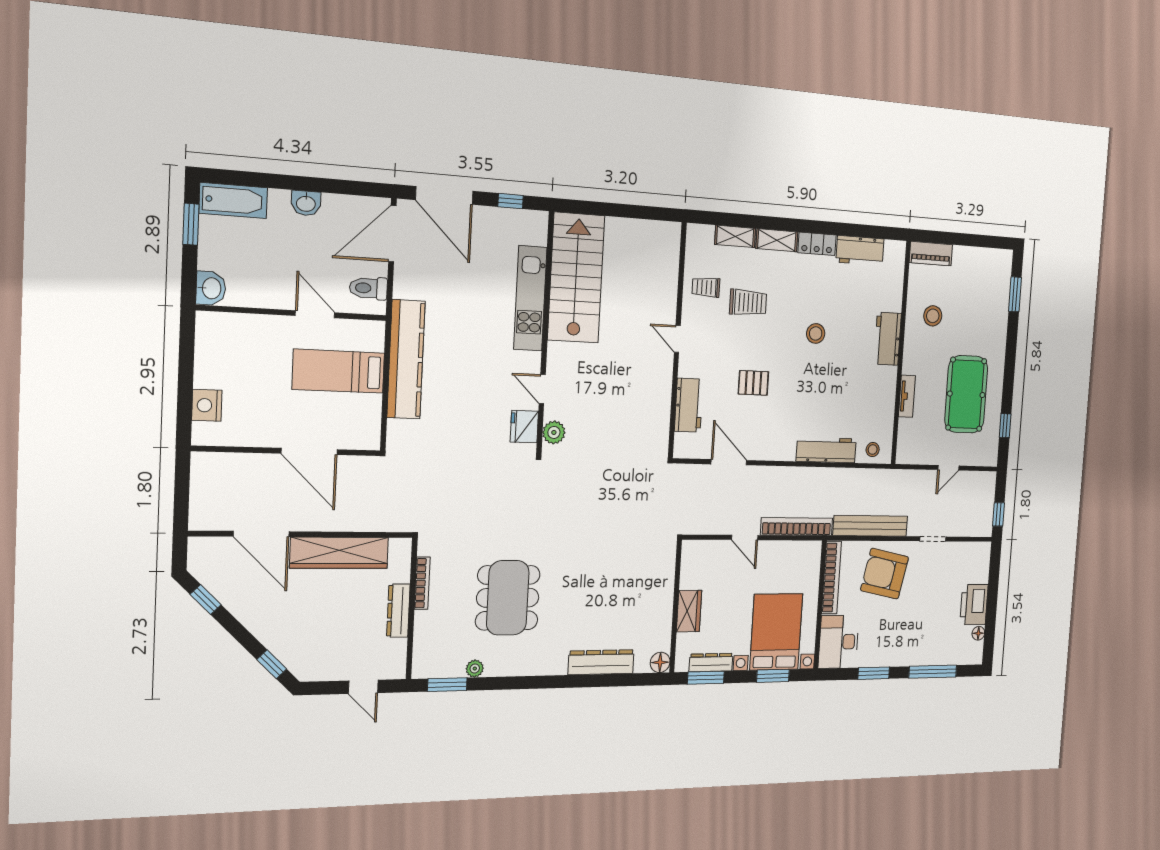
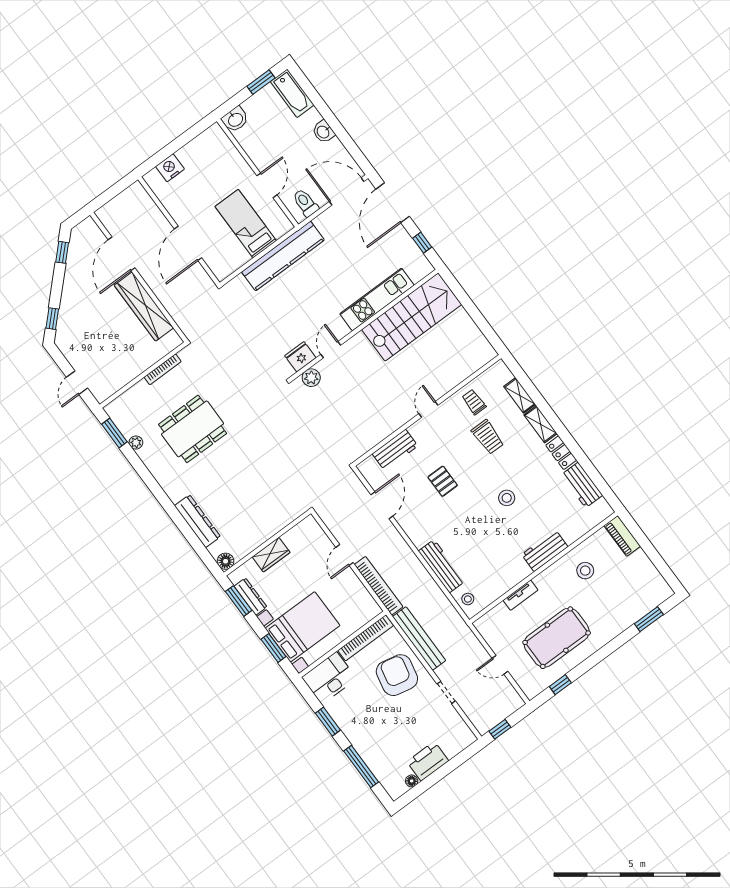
dresser: (398, 611) -> (136, 368), removed

